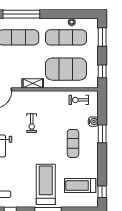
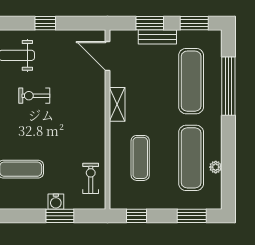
exercise mat: (66, 69) -> (140, 158), width x0.50, depth x0.69
exercise bike: (32, 123) -> (34, 96), moved
window: (102, 134) -> (60, 216), moved

